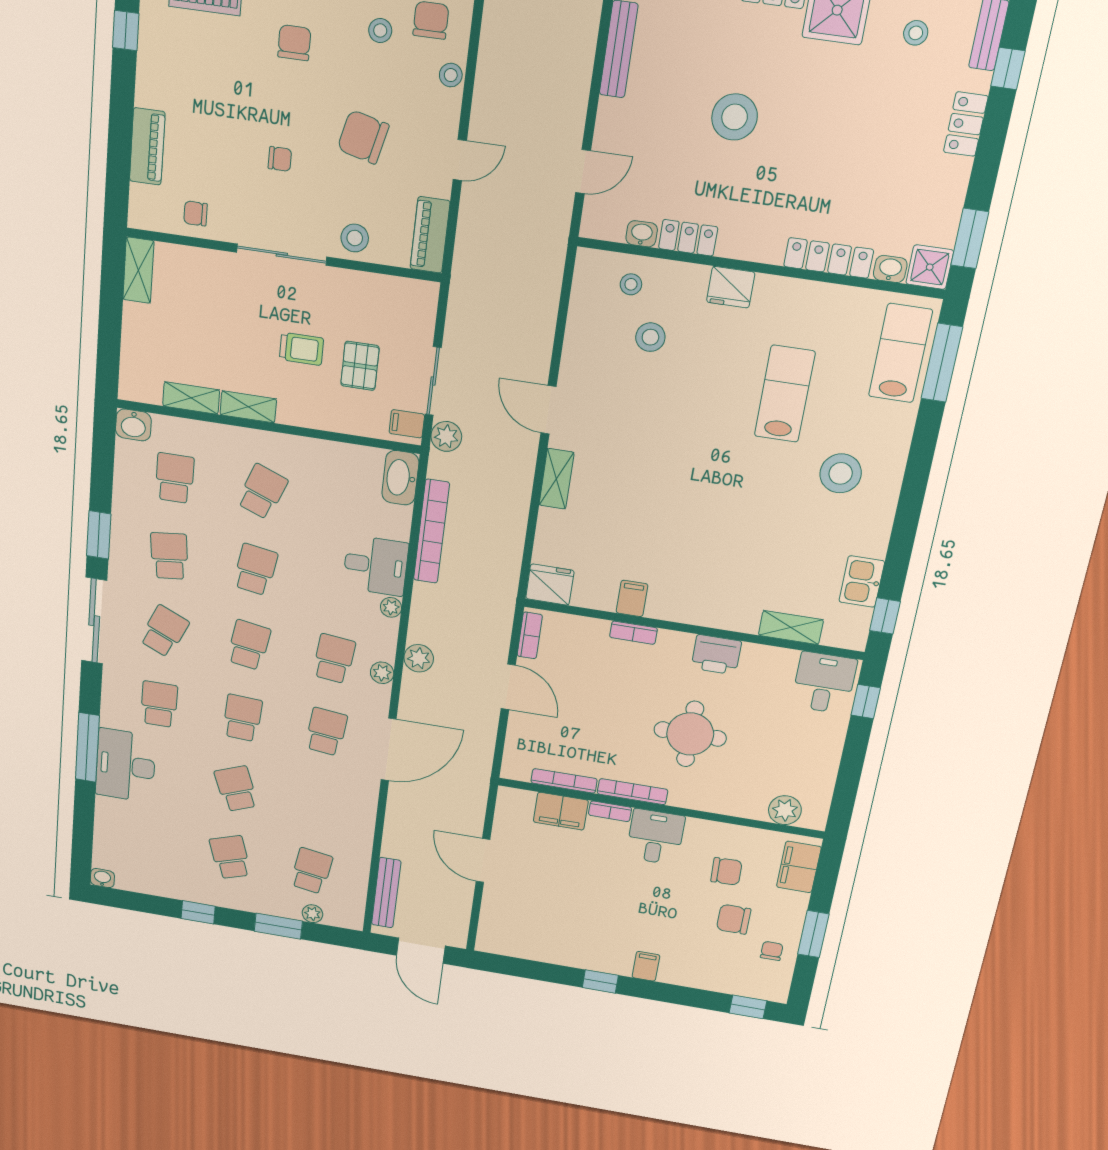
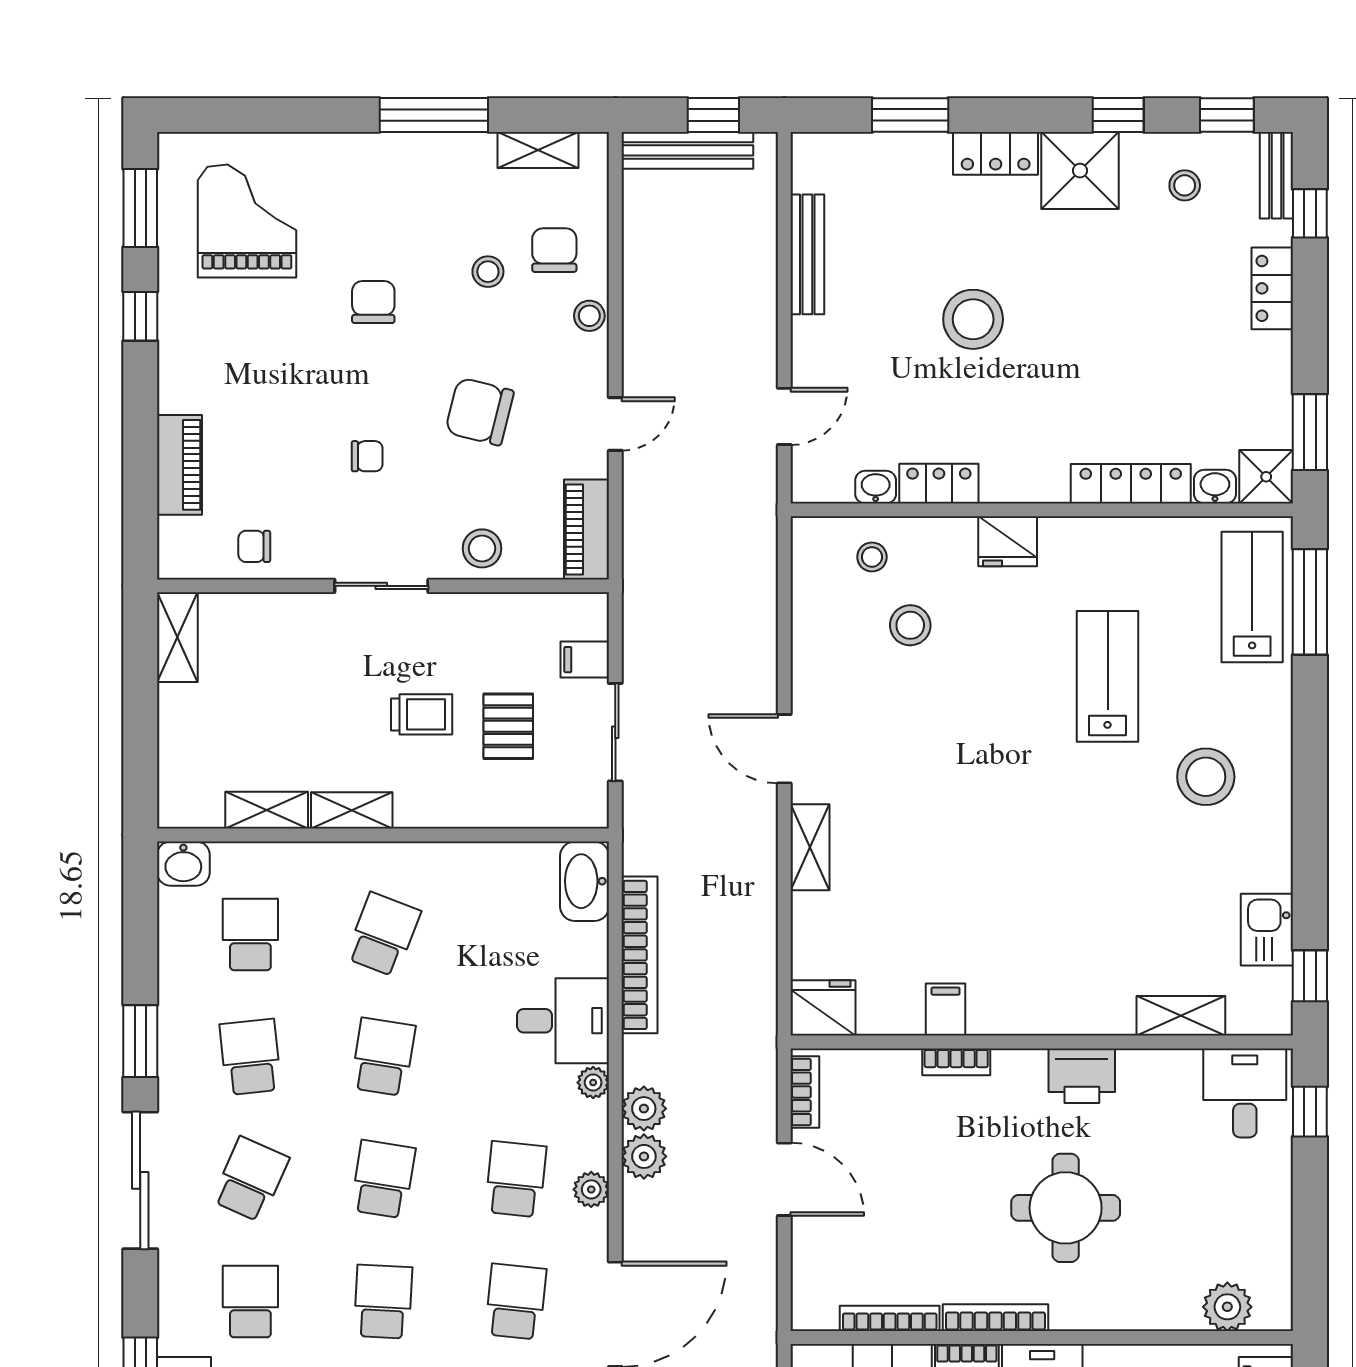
sliding door: (282, 255) -> (381, 586), width x0.73
filing cabinet: (407, 424) -> (585, 660), moved
plant: (446, 436) -> (644, 1109), moved

